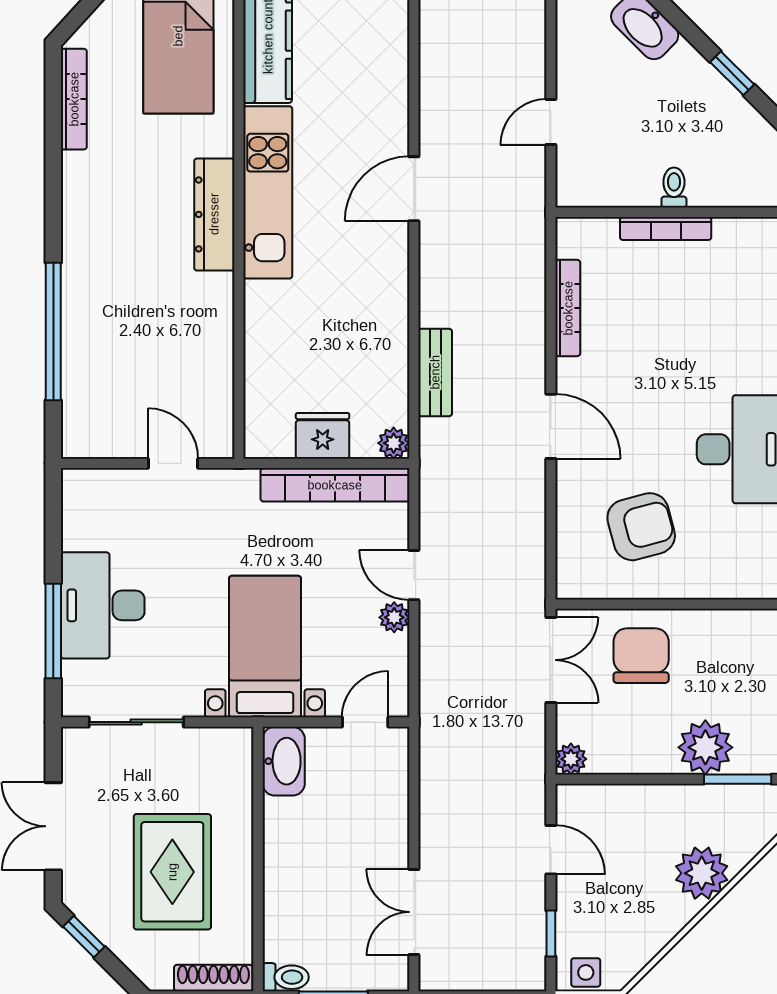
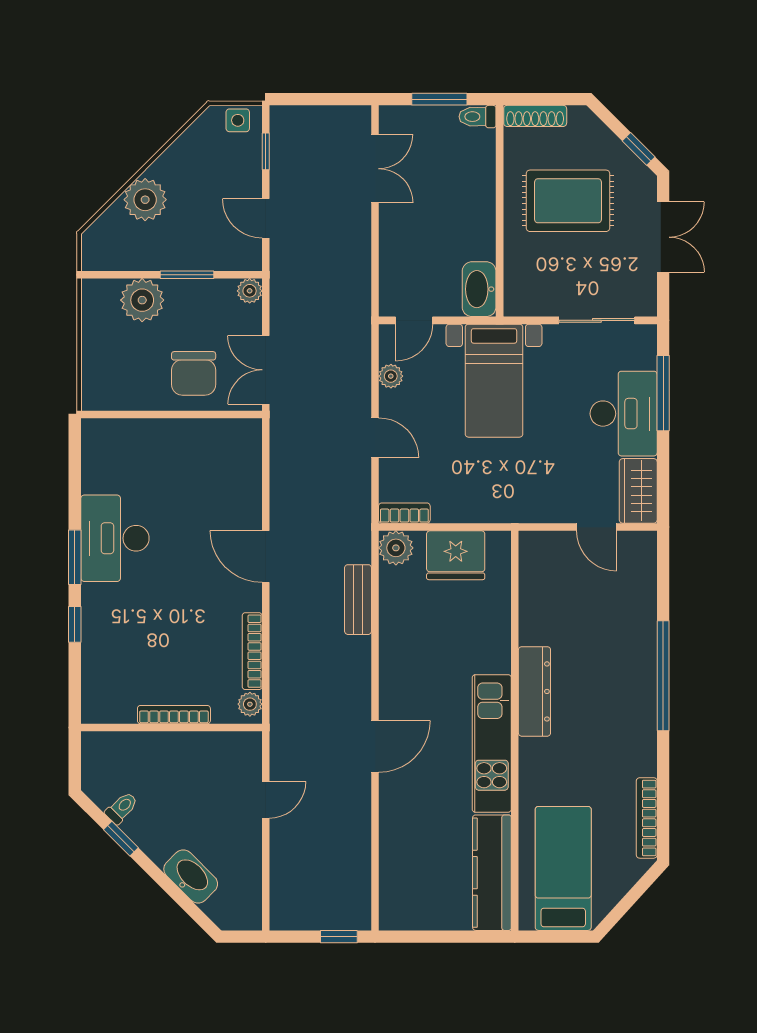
toilet: (674, 188) -> (122, 808), moved, turned -135
dresser: (214, 214) -> (534, 691), moved
plant: (571, 242) -> (250, 704), added
window: (53, 331) -> (663, 676), moved
fridge: (323, 436) -> (456, 555), width x1.36, depth x1.34
plant: (394, 443) -> (396, 548), width x1.38, depth x1.38
door: (173, 463) -> (597, 527), moved
bookcase: (335, 485) -> (404, 513), width x0.43, depth x0.76
wardrobe: (84, 509) -> (638, 491), added
armchair: (641, 527) -> (194, 476), removed
plant: (394, 617) -> (391, 376), moved
window: (738, 779) -> (187, 275), moved
rug: (172, 872) -> (568, 201), turned 90

